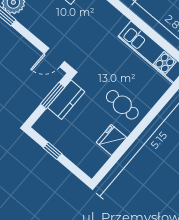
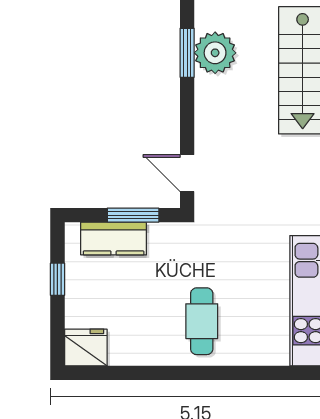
kitchen counter: (66, 100) -> (114, 239), moved
fridge: (112, 140) -> (86, 347), moved

